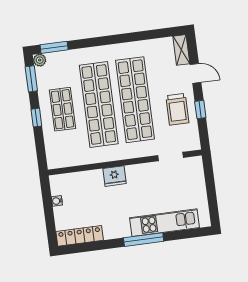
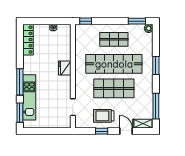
window: (153, 34) -> (156, 106), added
window: (54, 47) -> (156, 66), moved
door: (196, 73) -> (126, 131), swing flipped
shop shelf: (135, 100) -> (114, 88), width x0.71
window: (36, 118) -> (86, 21), moved
window: (189, 234) -> (20, 113), added

